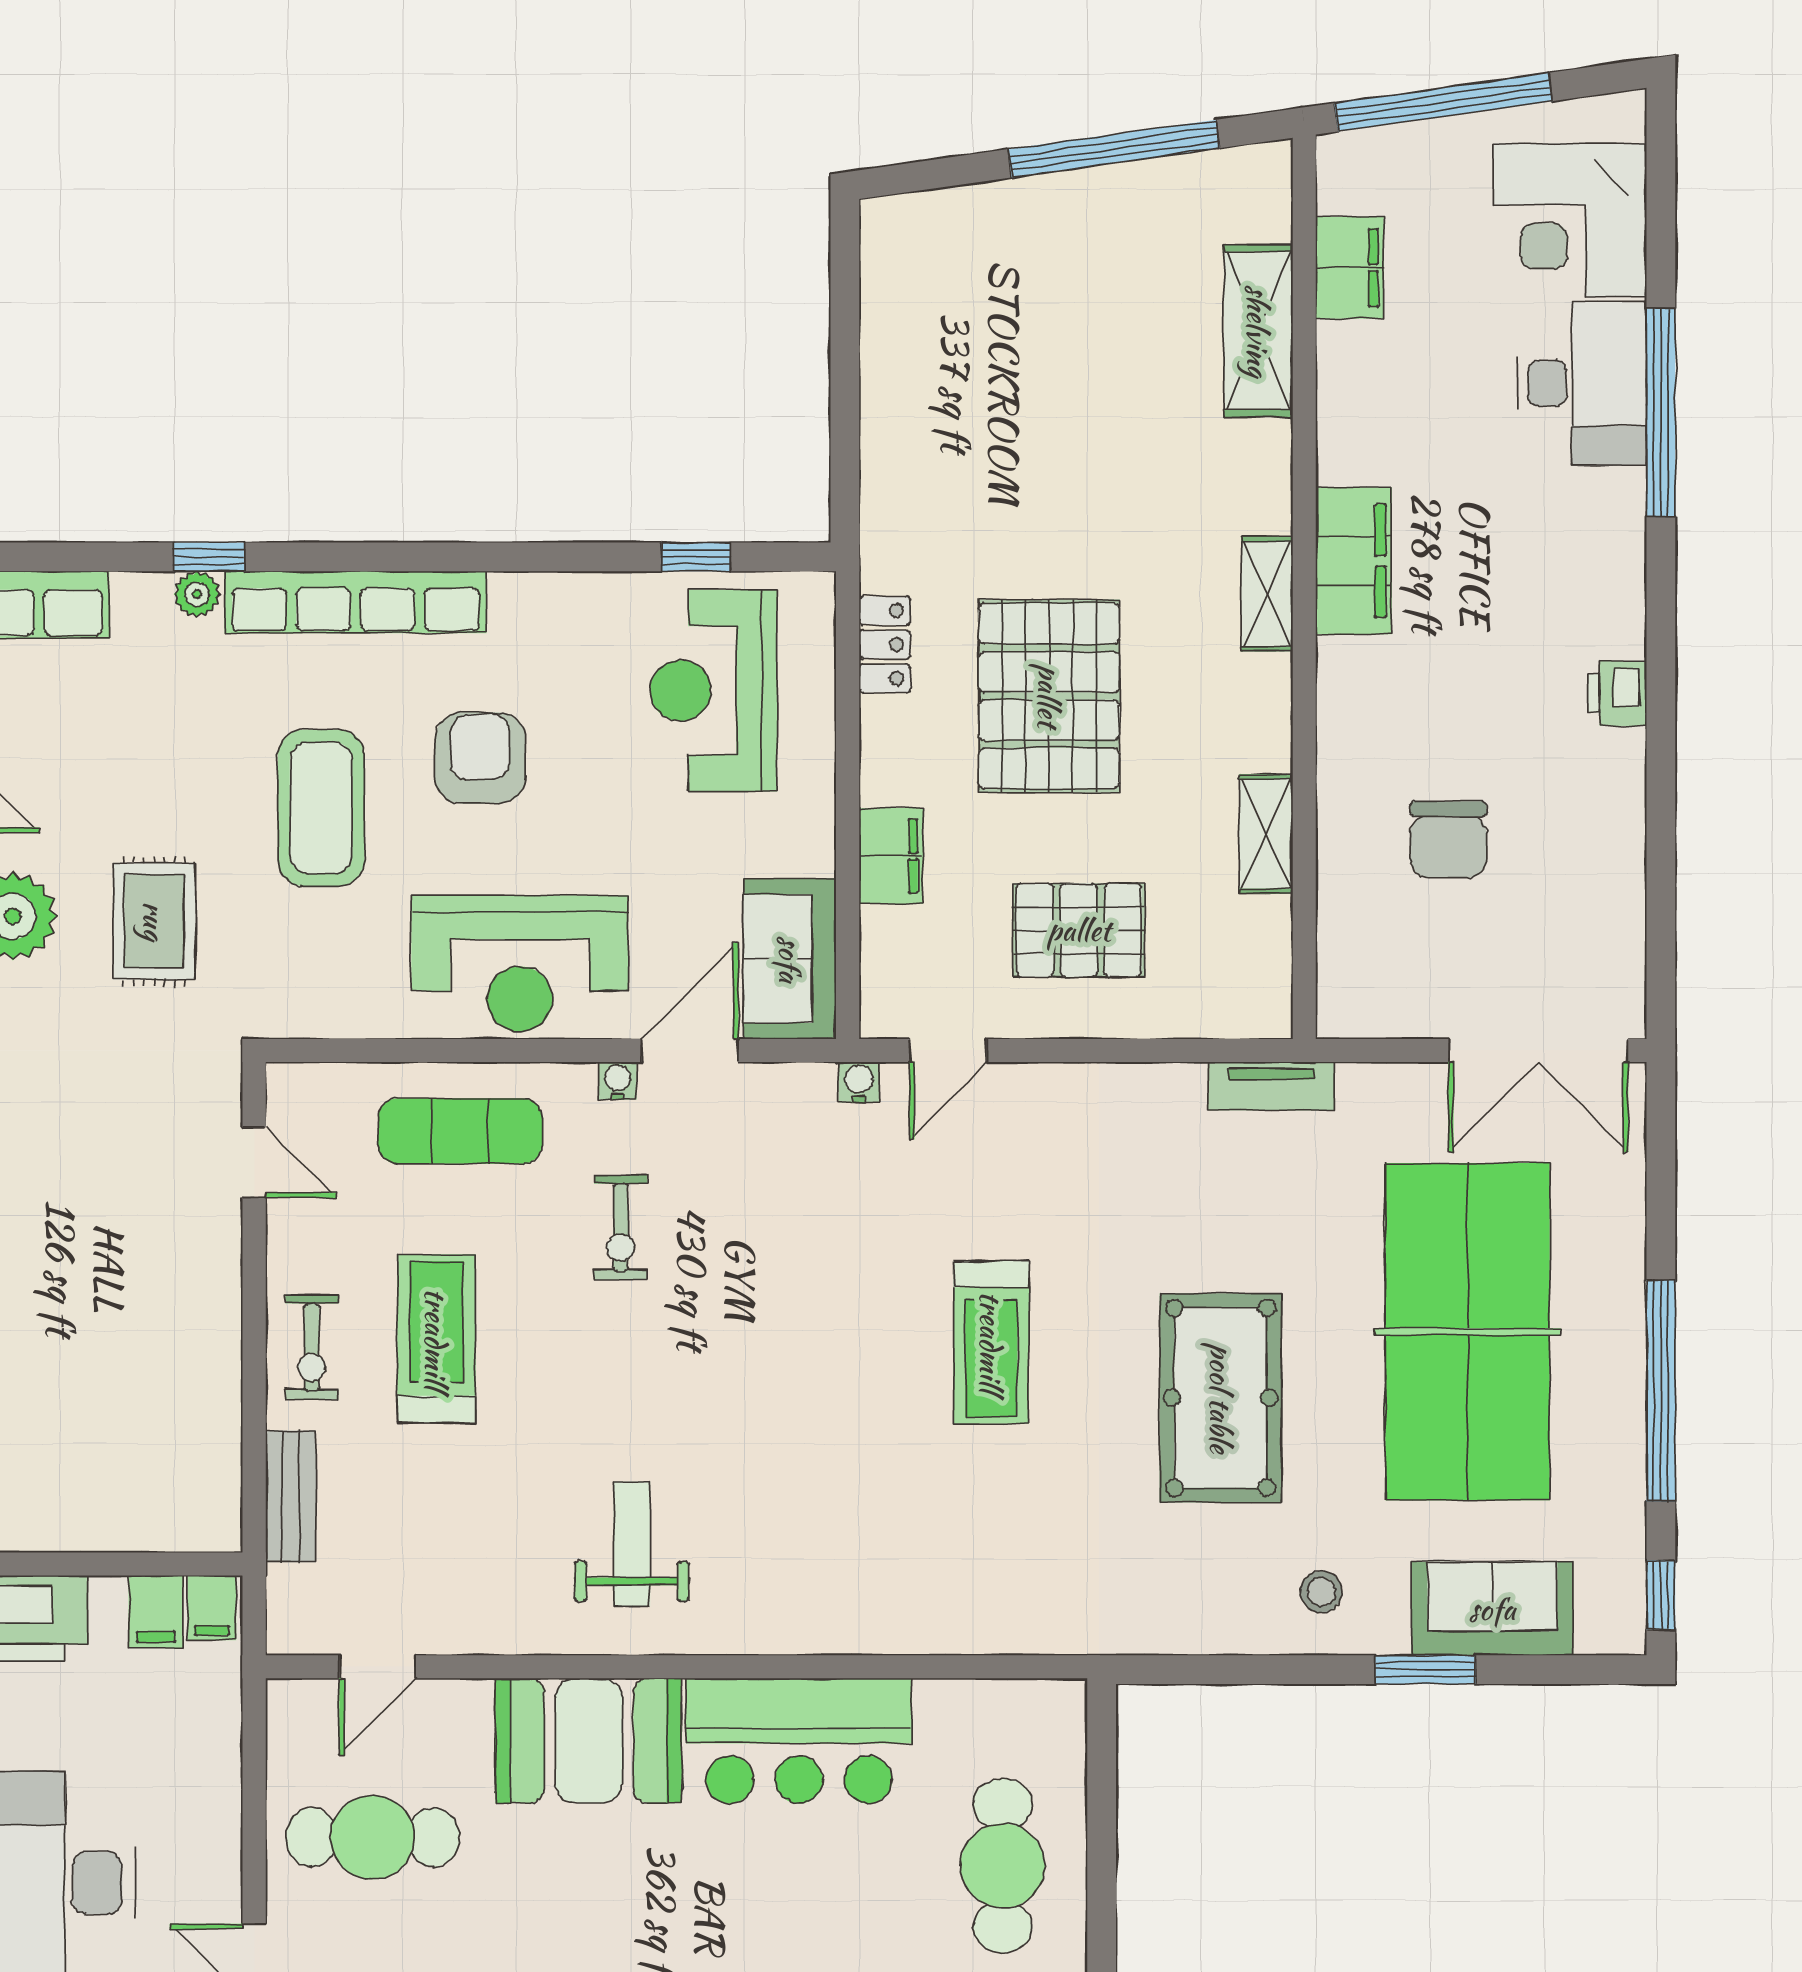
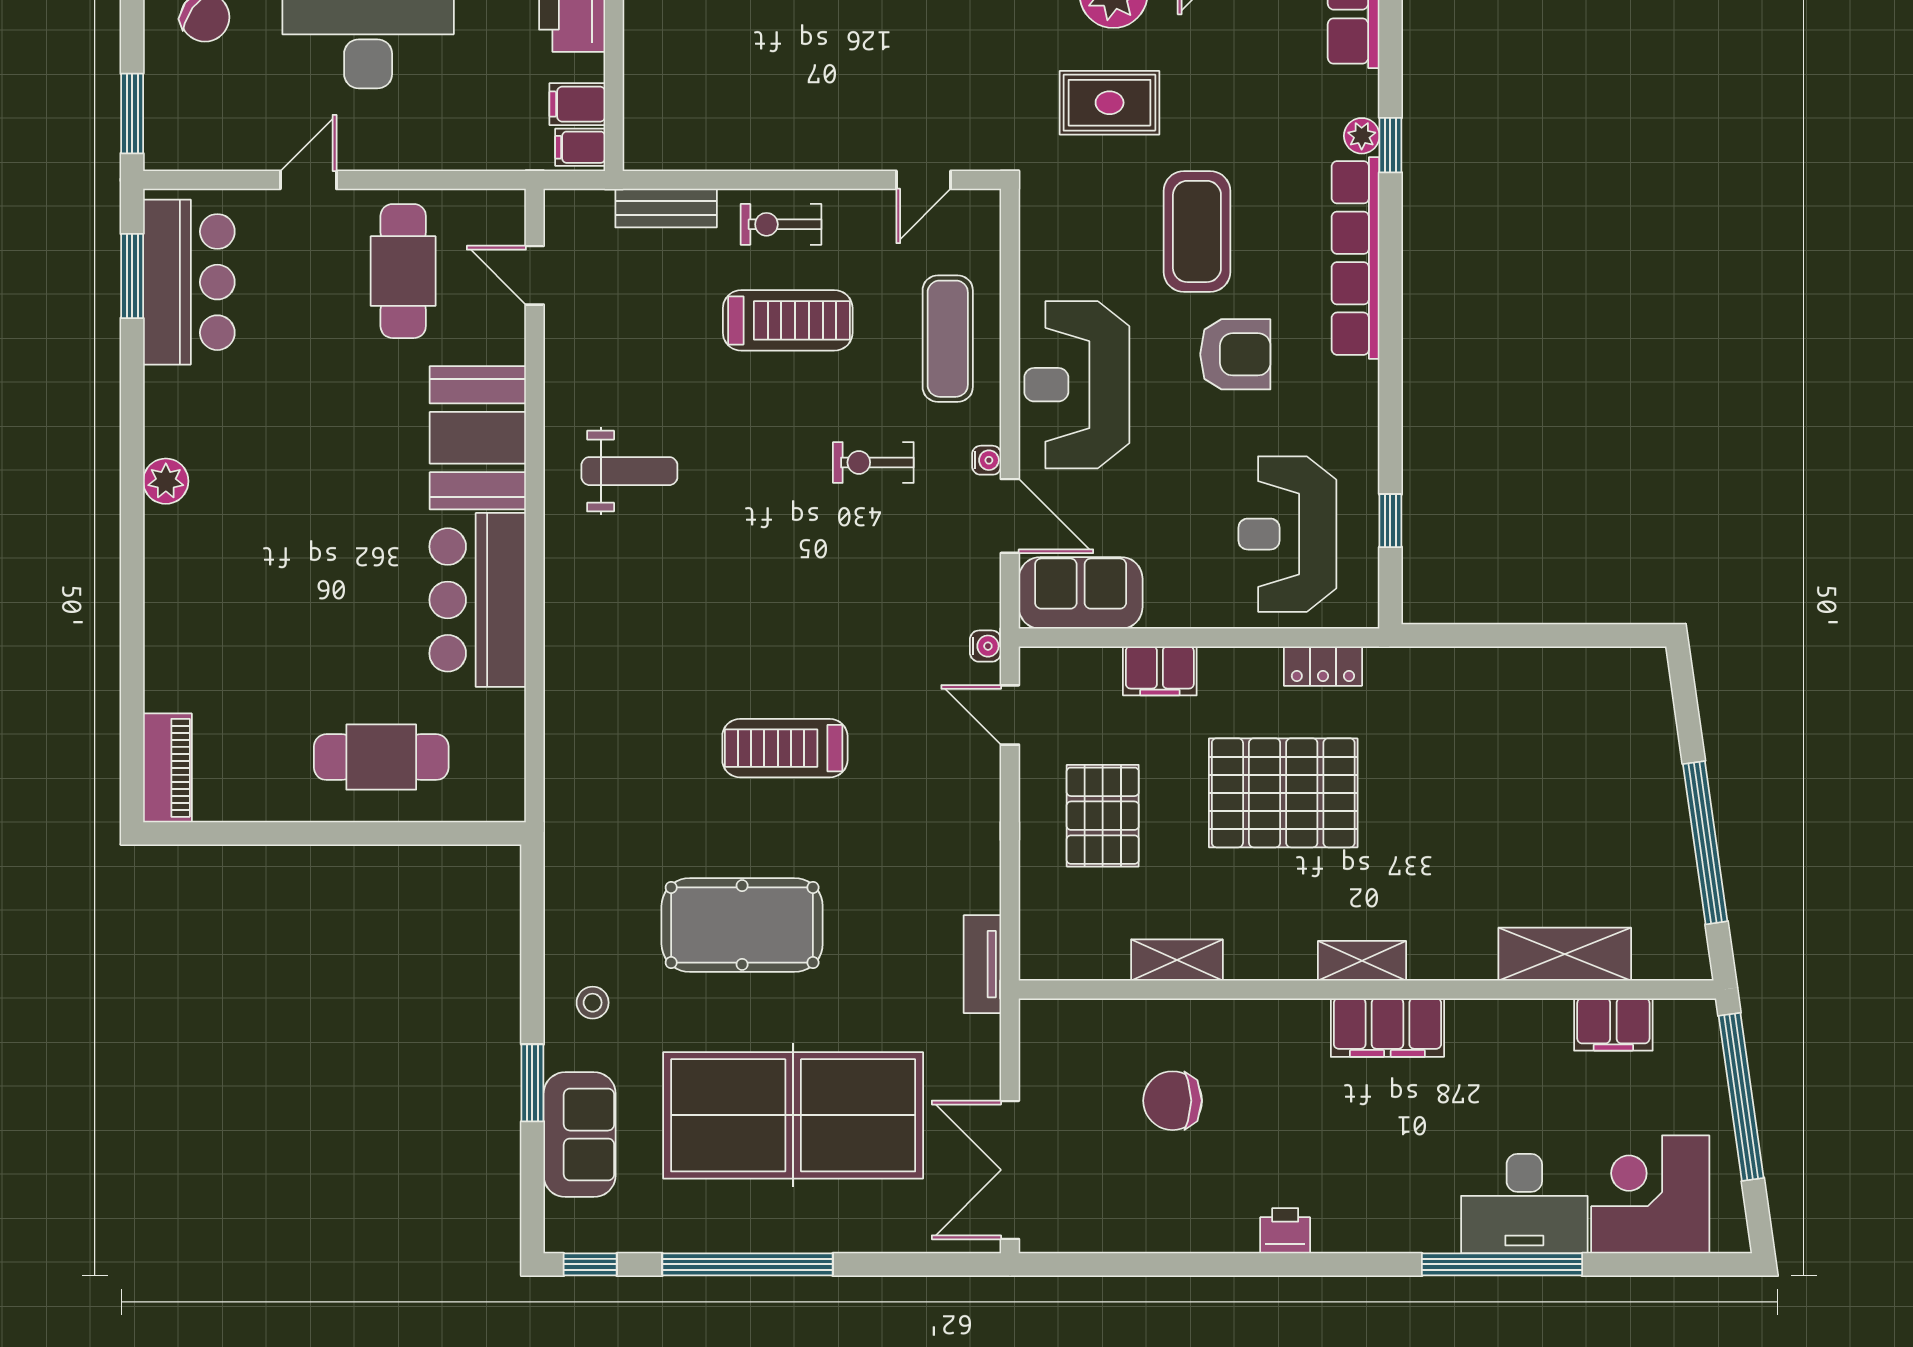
reception desk: (714, 691) -> (1287, 534), turned -90
coffee table: (321, 808) -> (1197, 231), turned 90

